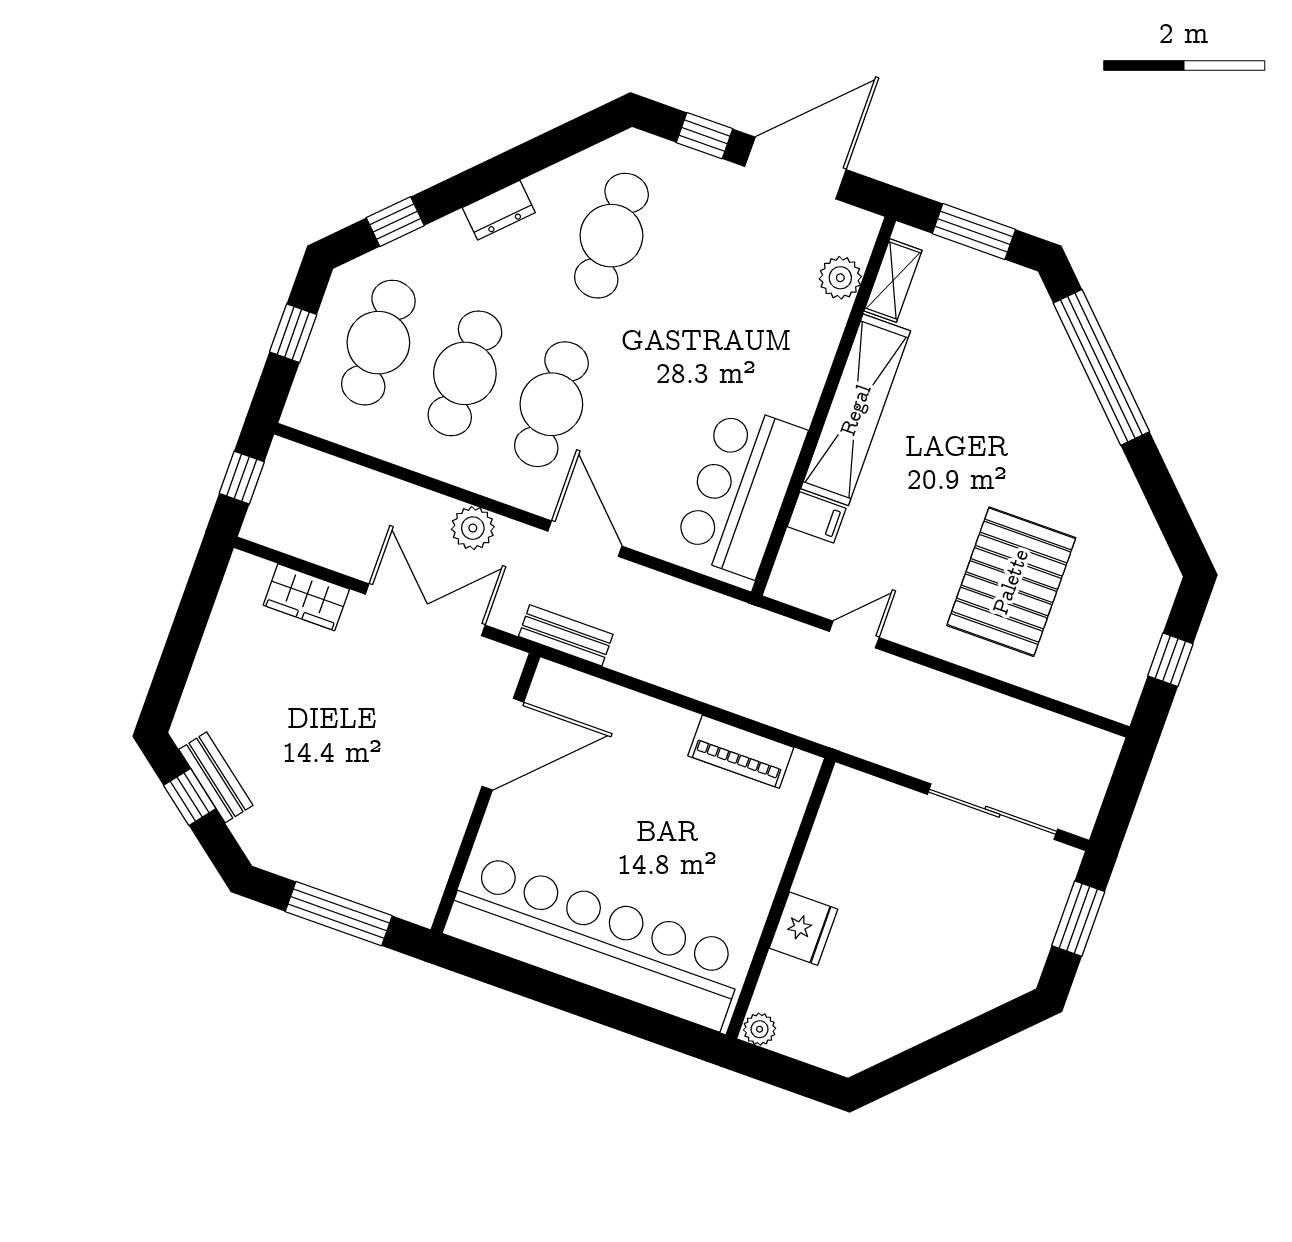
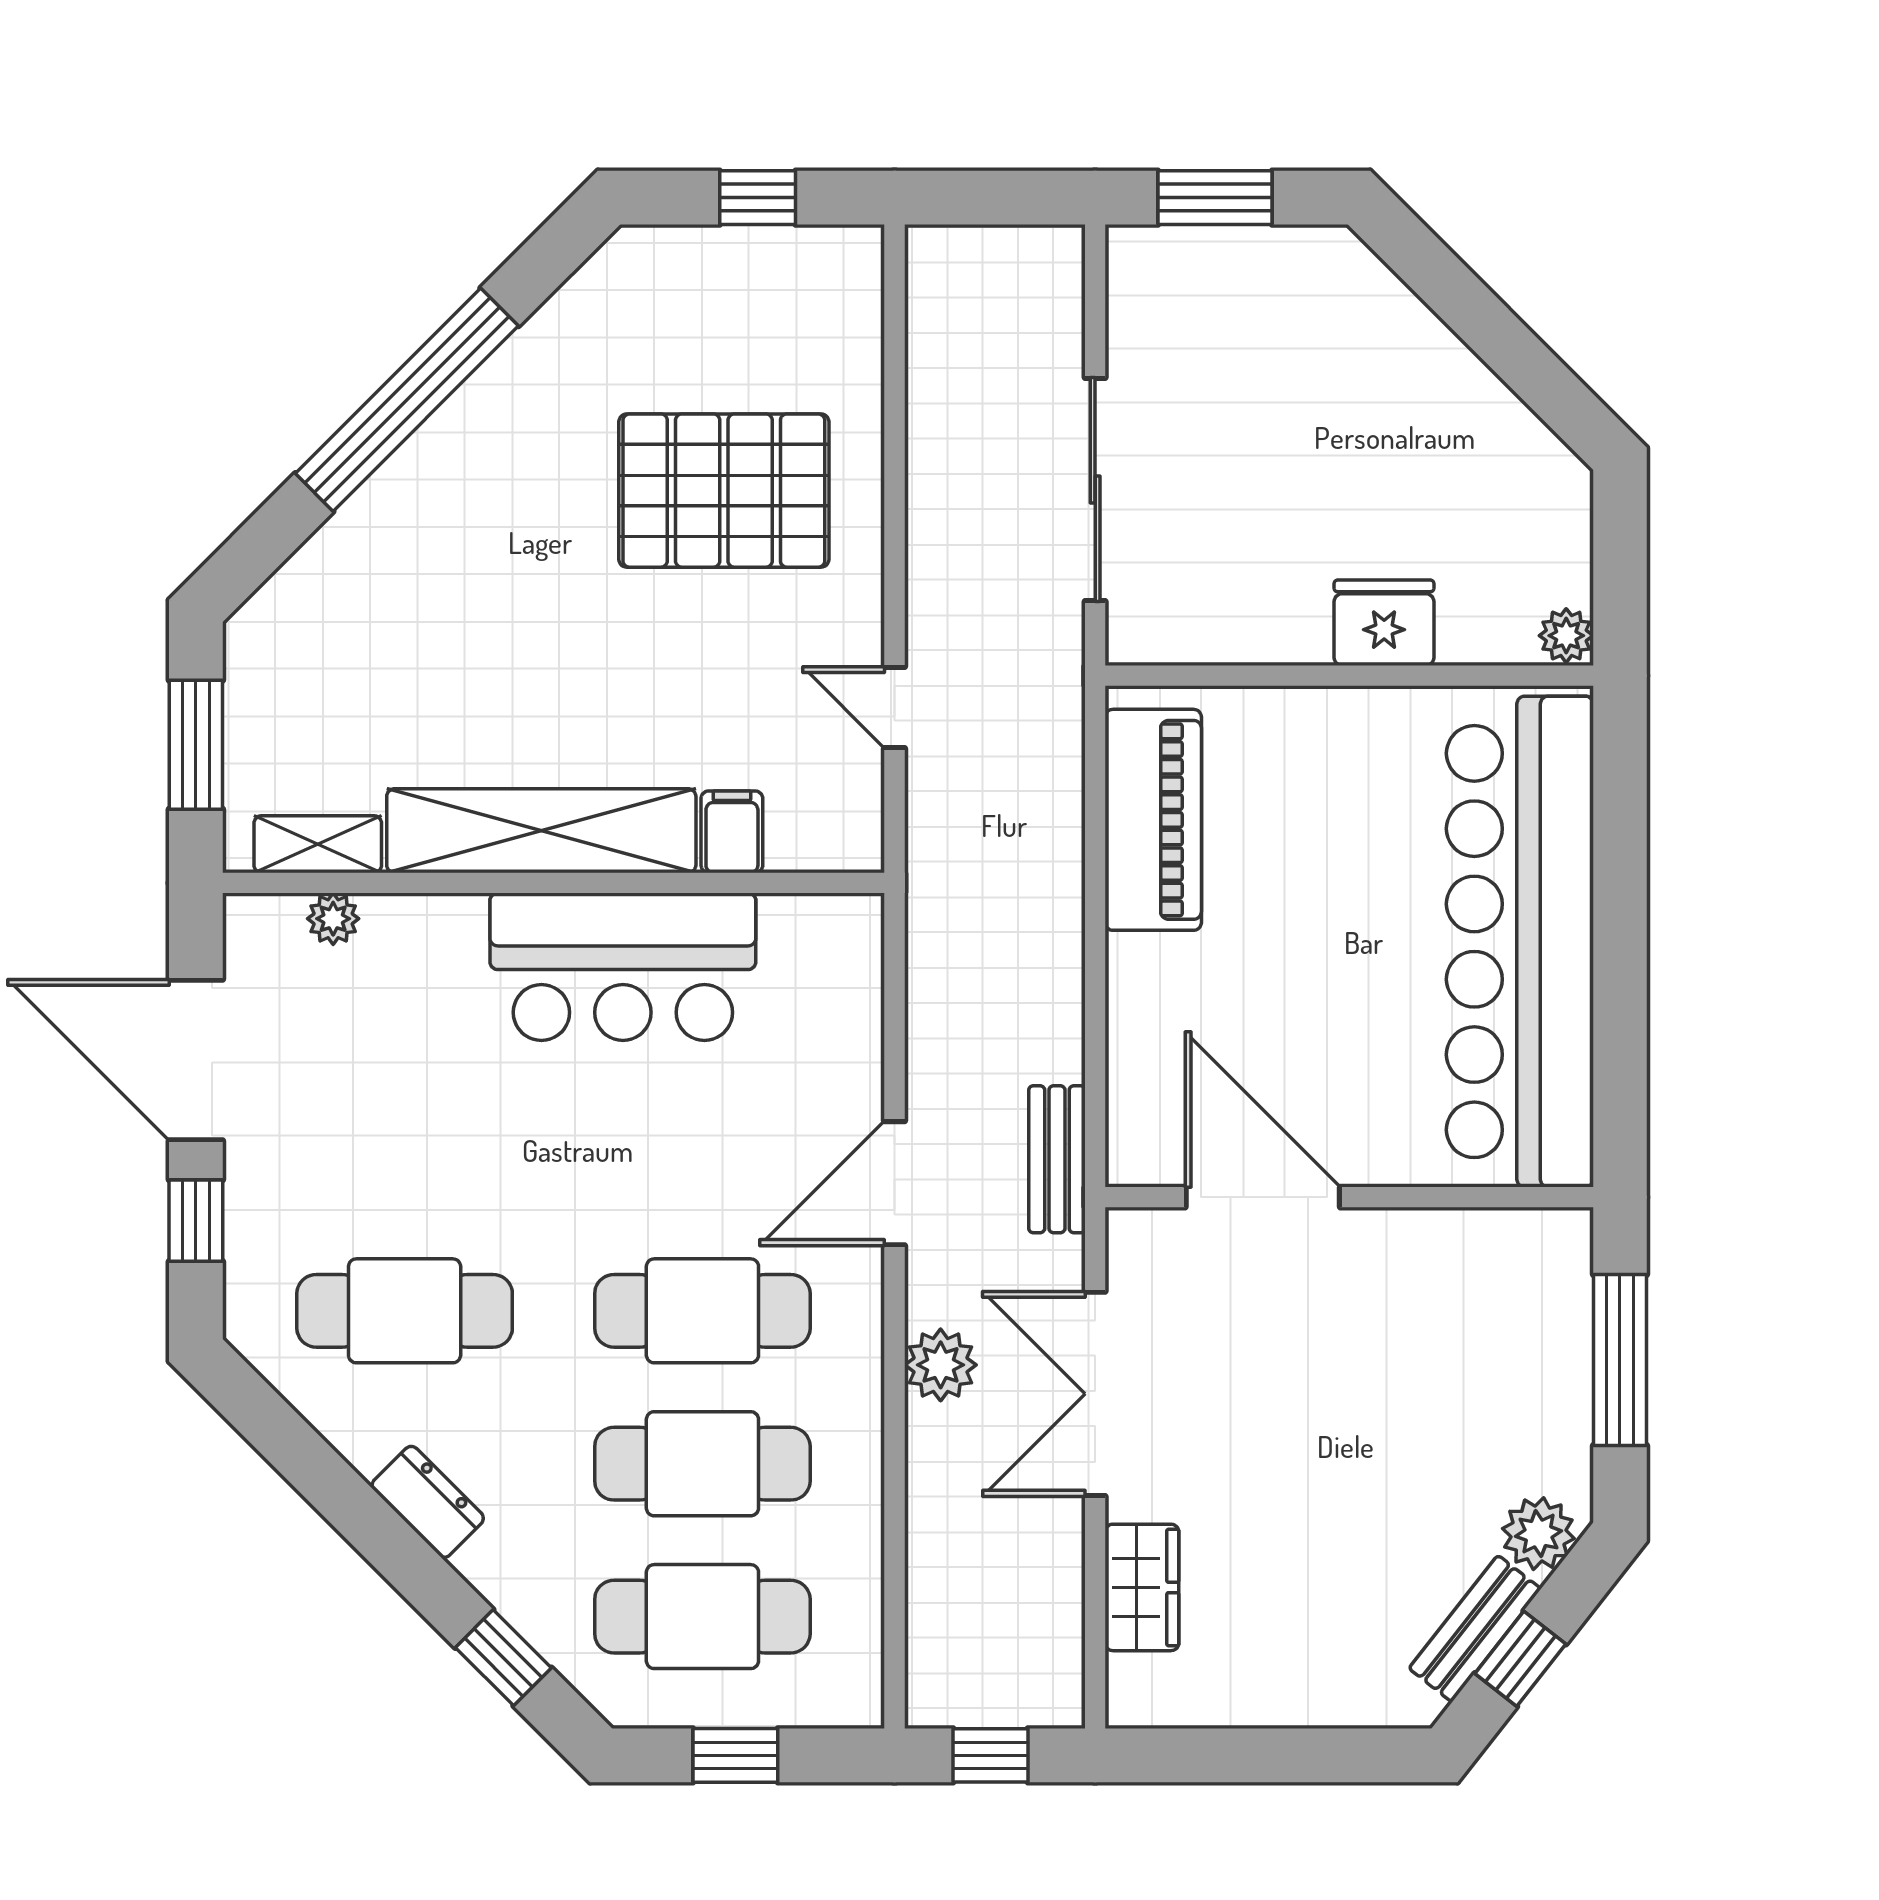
plant: (840, 278) -> (333, 919), width x0.73, depth x0.73
window: (1101, 367) -> (407, 400), moved
bar counter: (740, 491) -> (623, 967), moved
piano: (741, 752) -> (1153, 820), width x1.37, depth x1.33
sliding door: (993, 812) -> (1095, 490), moved
plant: (257, 832) -> (1538, 1534), added

